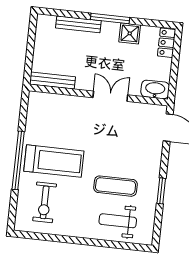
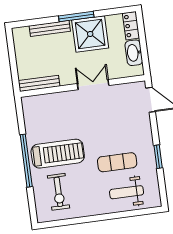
shower: (130, 33) -> (90, 34), width x1.86, depth x1.86
washbasin: (155, 89) -> (134, 53), moved, turned -90

